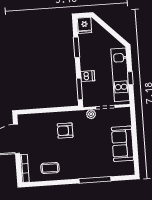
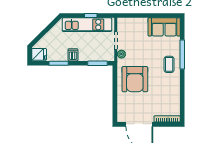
dishwasher: (88, 76) -> (73, 55), moved
armchair: (65, 131) -> (135, 79), width x1.88, depth x1.88
sofa: (123, 144) -> (164, 27), moved
coffee table: (50, 168) -> (169, 64), moved

